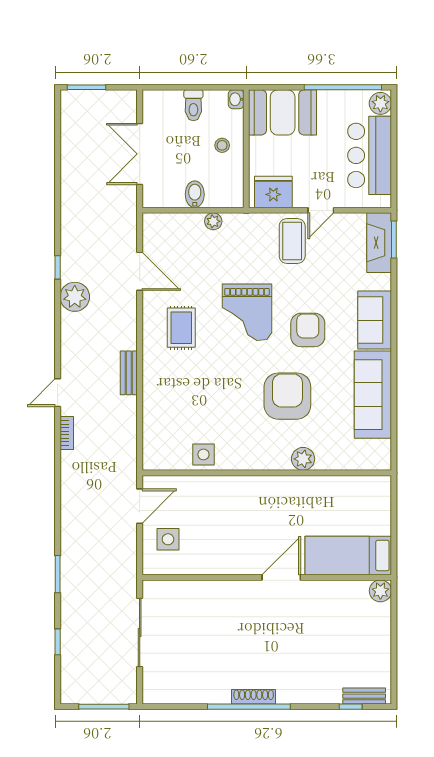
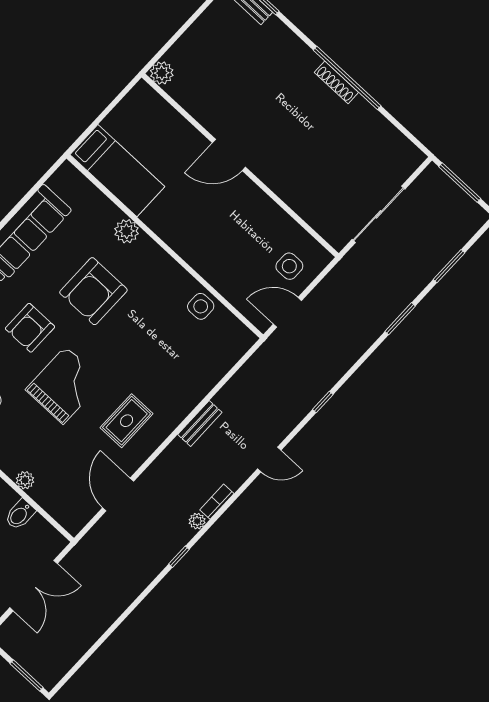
plant: (75, 297) -> (197, 521), width x0.53, depth x0.53
bookcase: (67, 433) -> (217, 502), moved
window: (58, 467) -> (323, 402), added
bed: (348, 556) -> (117, 171), moved
window: (58, 642) -> (449, 266), width x1.50

